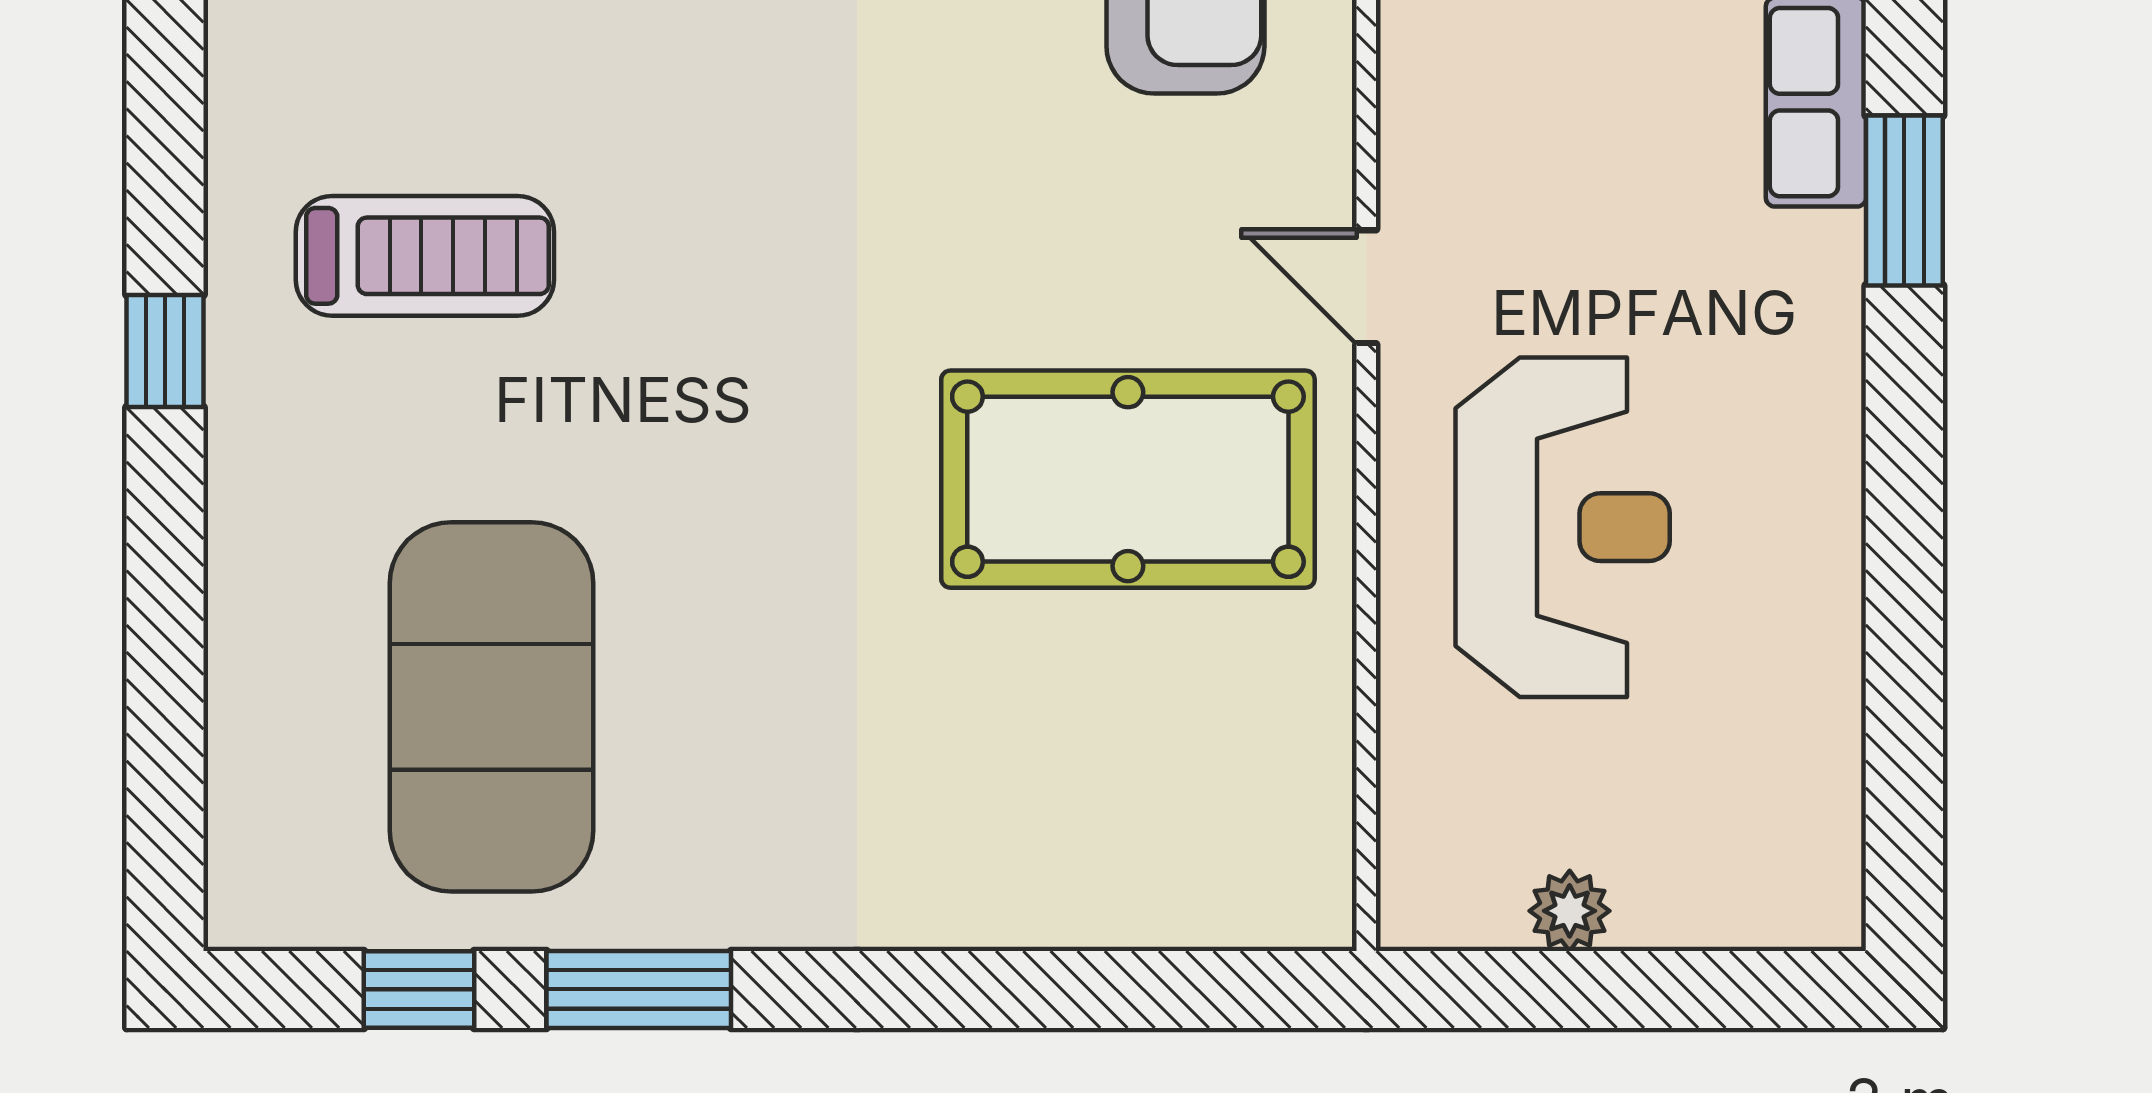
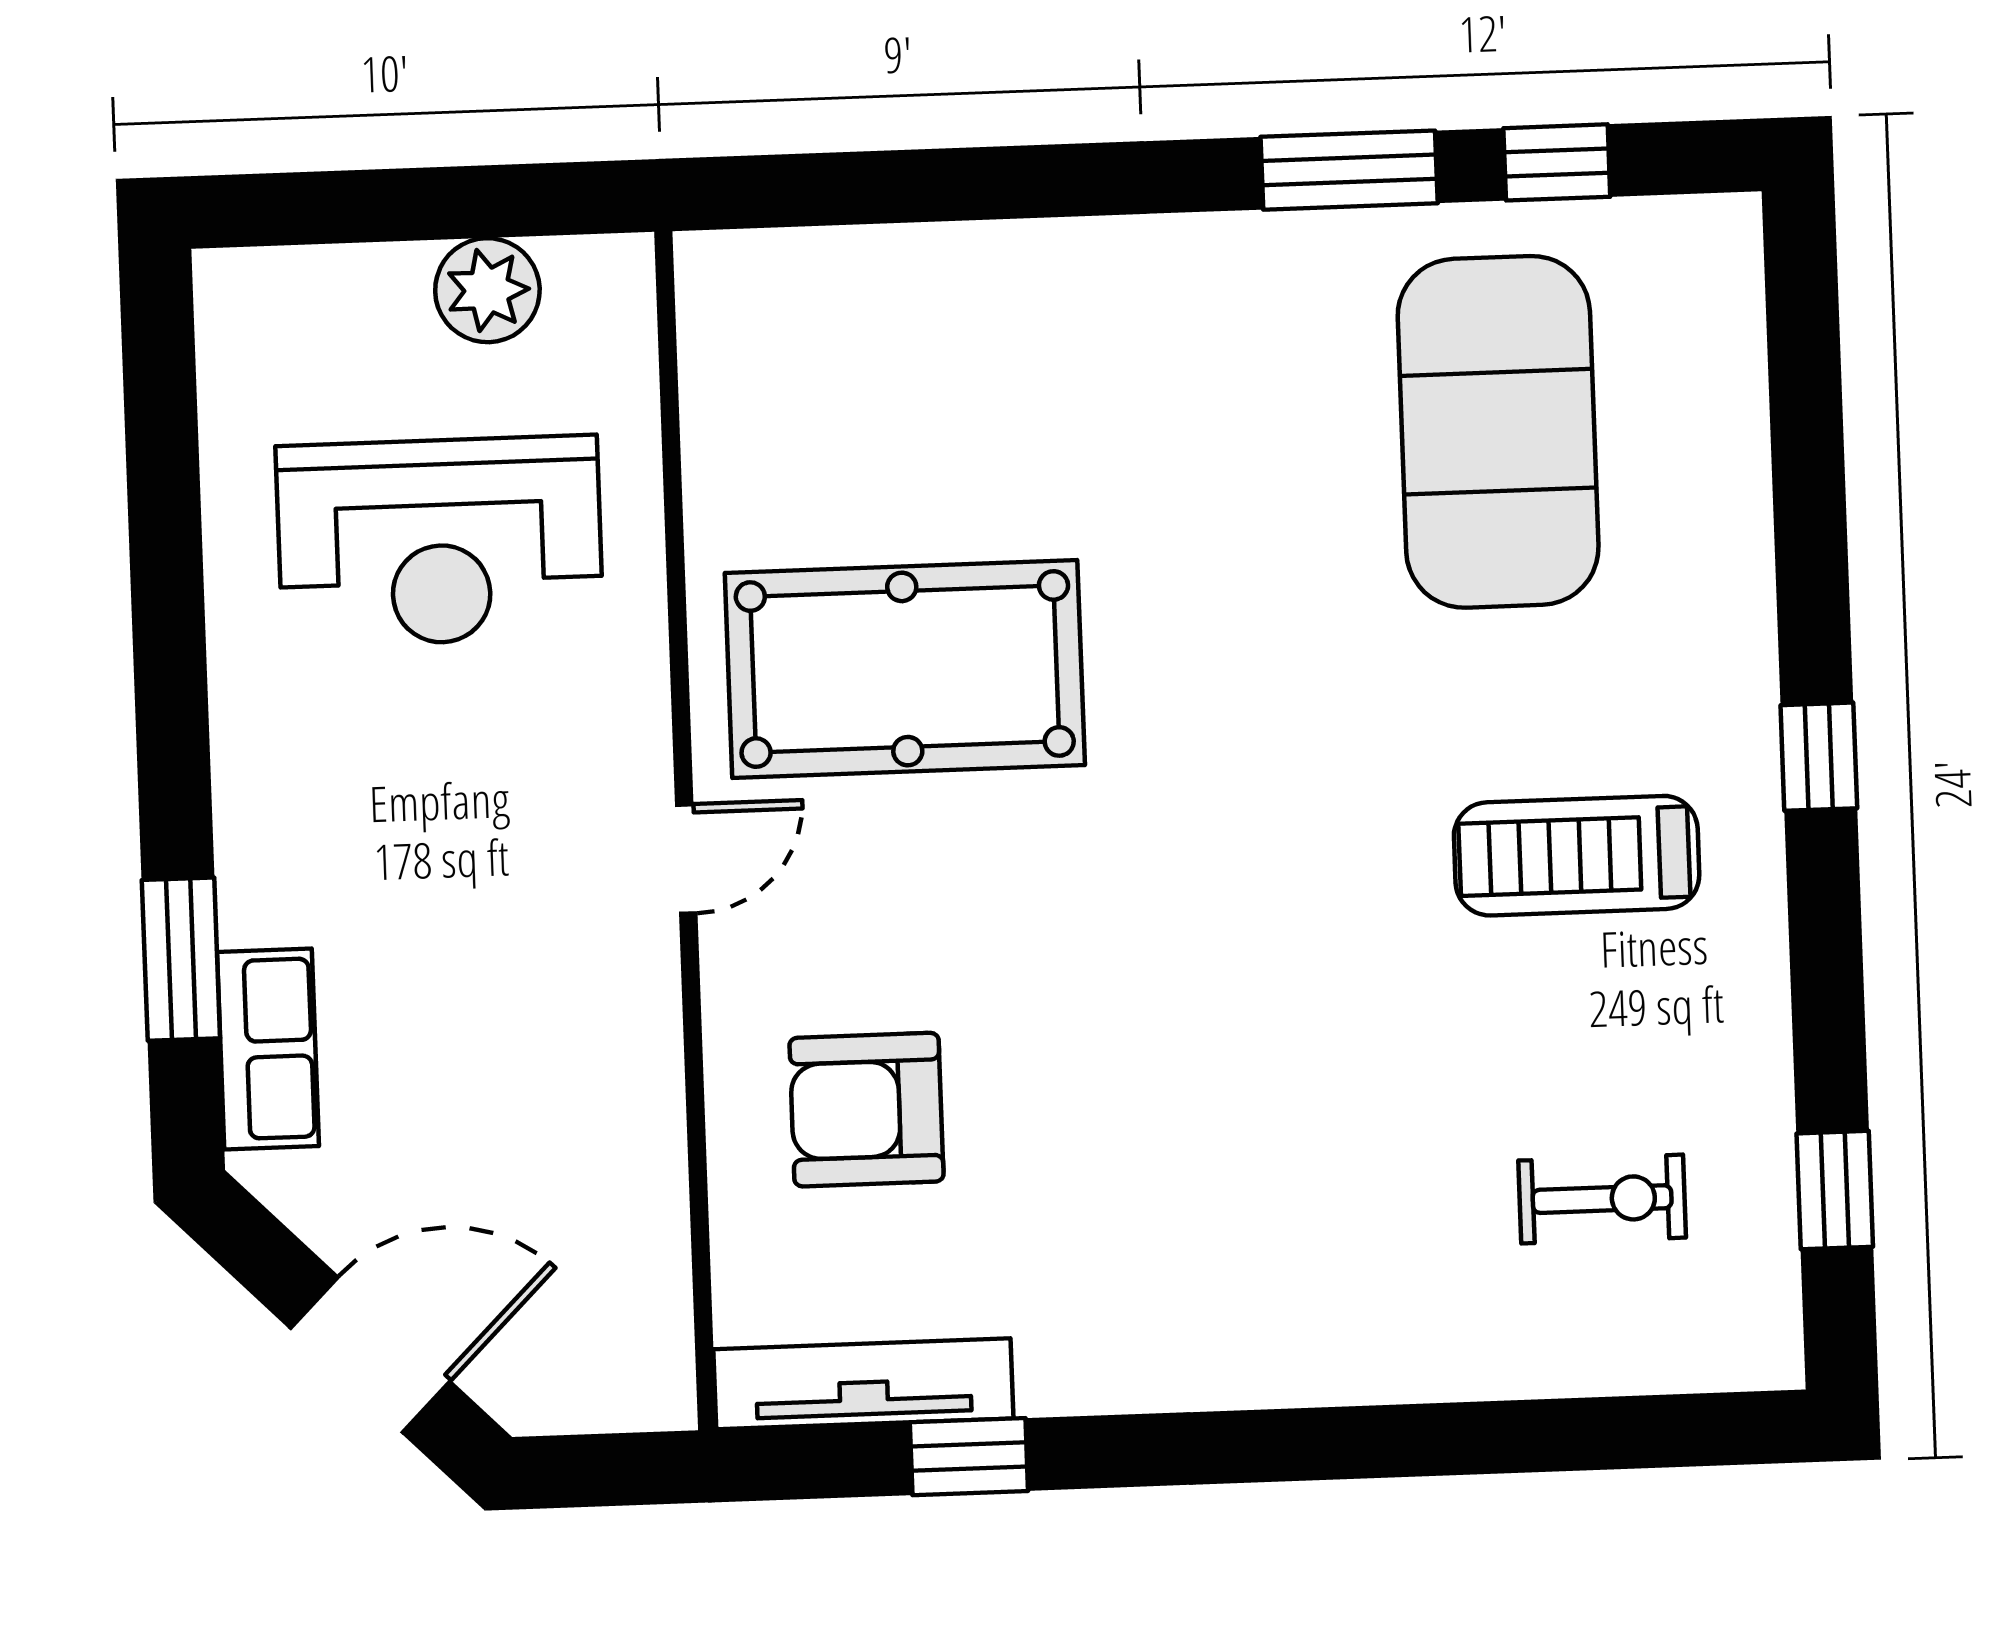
door: (1366, 287) -> (686, 859), hinge flipped
reception desk: (1563, 527) -> (440, 541), moved, turned -90
plant: (1570, 911) -> (487, 290), width x1.38, depth x1.38

